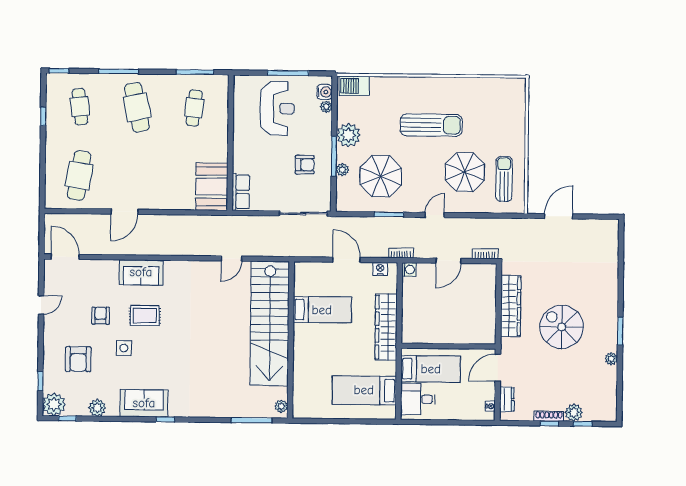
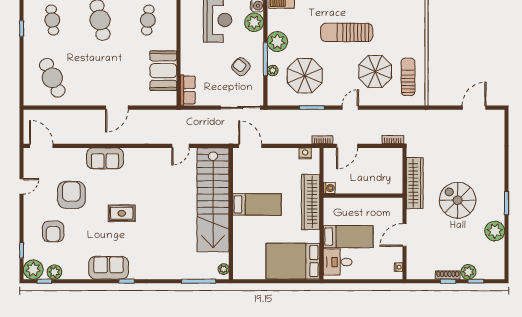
plant: (326, 107) -> (254, 22), width x1.88, depth x1.88
sun lounger: (431, 125) -> (347, 32), turned 180
armchair: (305, 165) -> (241, 67), turned -139
cafe table: (79, 176) -> (52, 78), turned -33
booth: (212, 187) -> (163, 71), moved
door: (125, 212) -> (117, 108), moved
door: (559, 216) -> (474, 108), moved
door: (347, 260) -> (250, 146), moved
door: (448, 261) -> (347, 146), moved
washing machine: (409, 270) -> (329, 188), moved
bed: (322, 310) -> (257, 204), moved
armchair: (101, 316) -> (71, 195), width x1.88, depth x1.88
rug: (145, 316) -> (122, 213), moved
wall: (449, 346) -> (363, 196), moved
side table: (124, 348) -> (91, 222), removed
plant: (611, 359) -> (495, 231), width x1.87, depth x1.87
bed: (364, 390) -> (293, 261), width x1.50
dresser: (507, 399) -> (412, 261), removed
plant: (97, 408) -> (54, 272), moved

